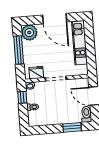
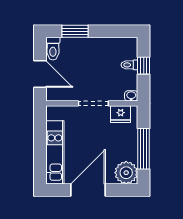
door: (55, 19) -> (88, 190), hinge flipped
window: (22, 97) -> (144, 66), moved

